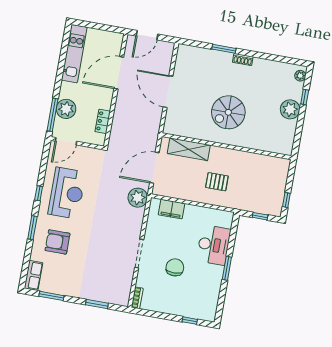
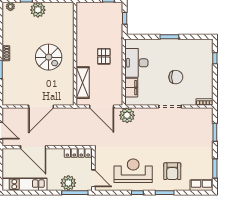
locker: (103, 121) -> (78, 153), width x1.53
desk: (214, 245) -> (136, 63), moved, turned -90
chair: (175, 267) -> (176, 77), turned 180

